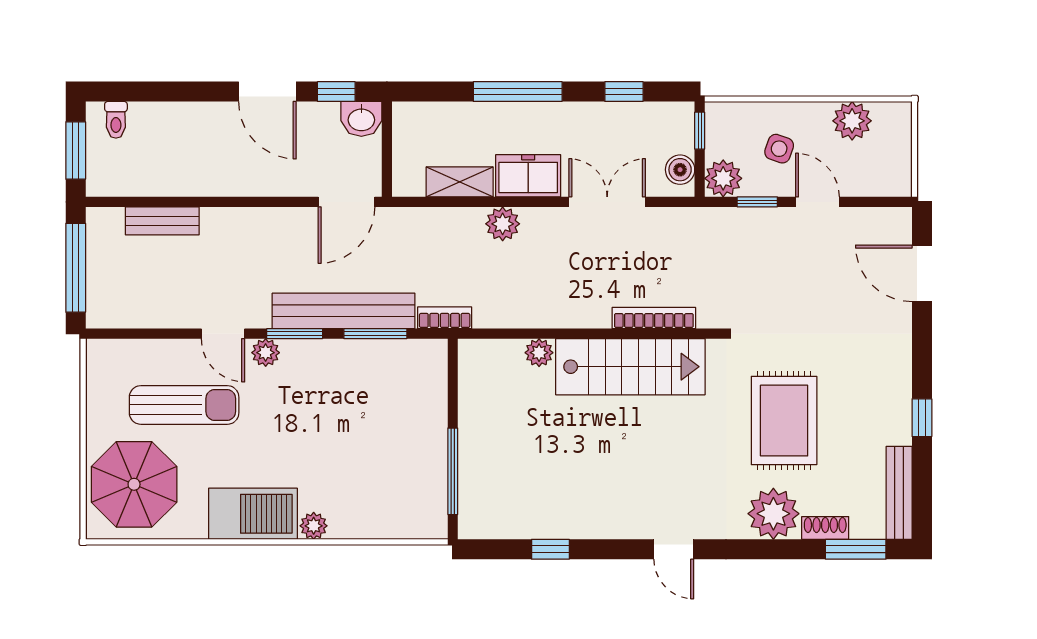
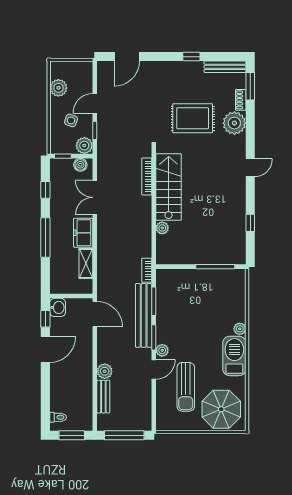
plant: (503, 224) -> (105, 371), moved
sun lounger: (184, 405) -> (186, 387), turned 180

